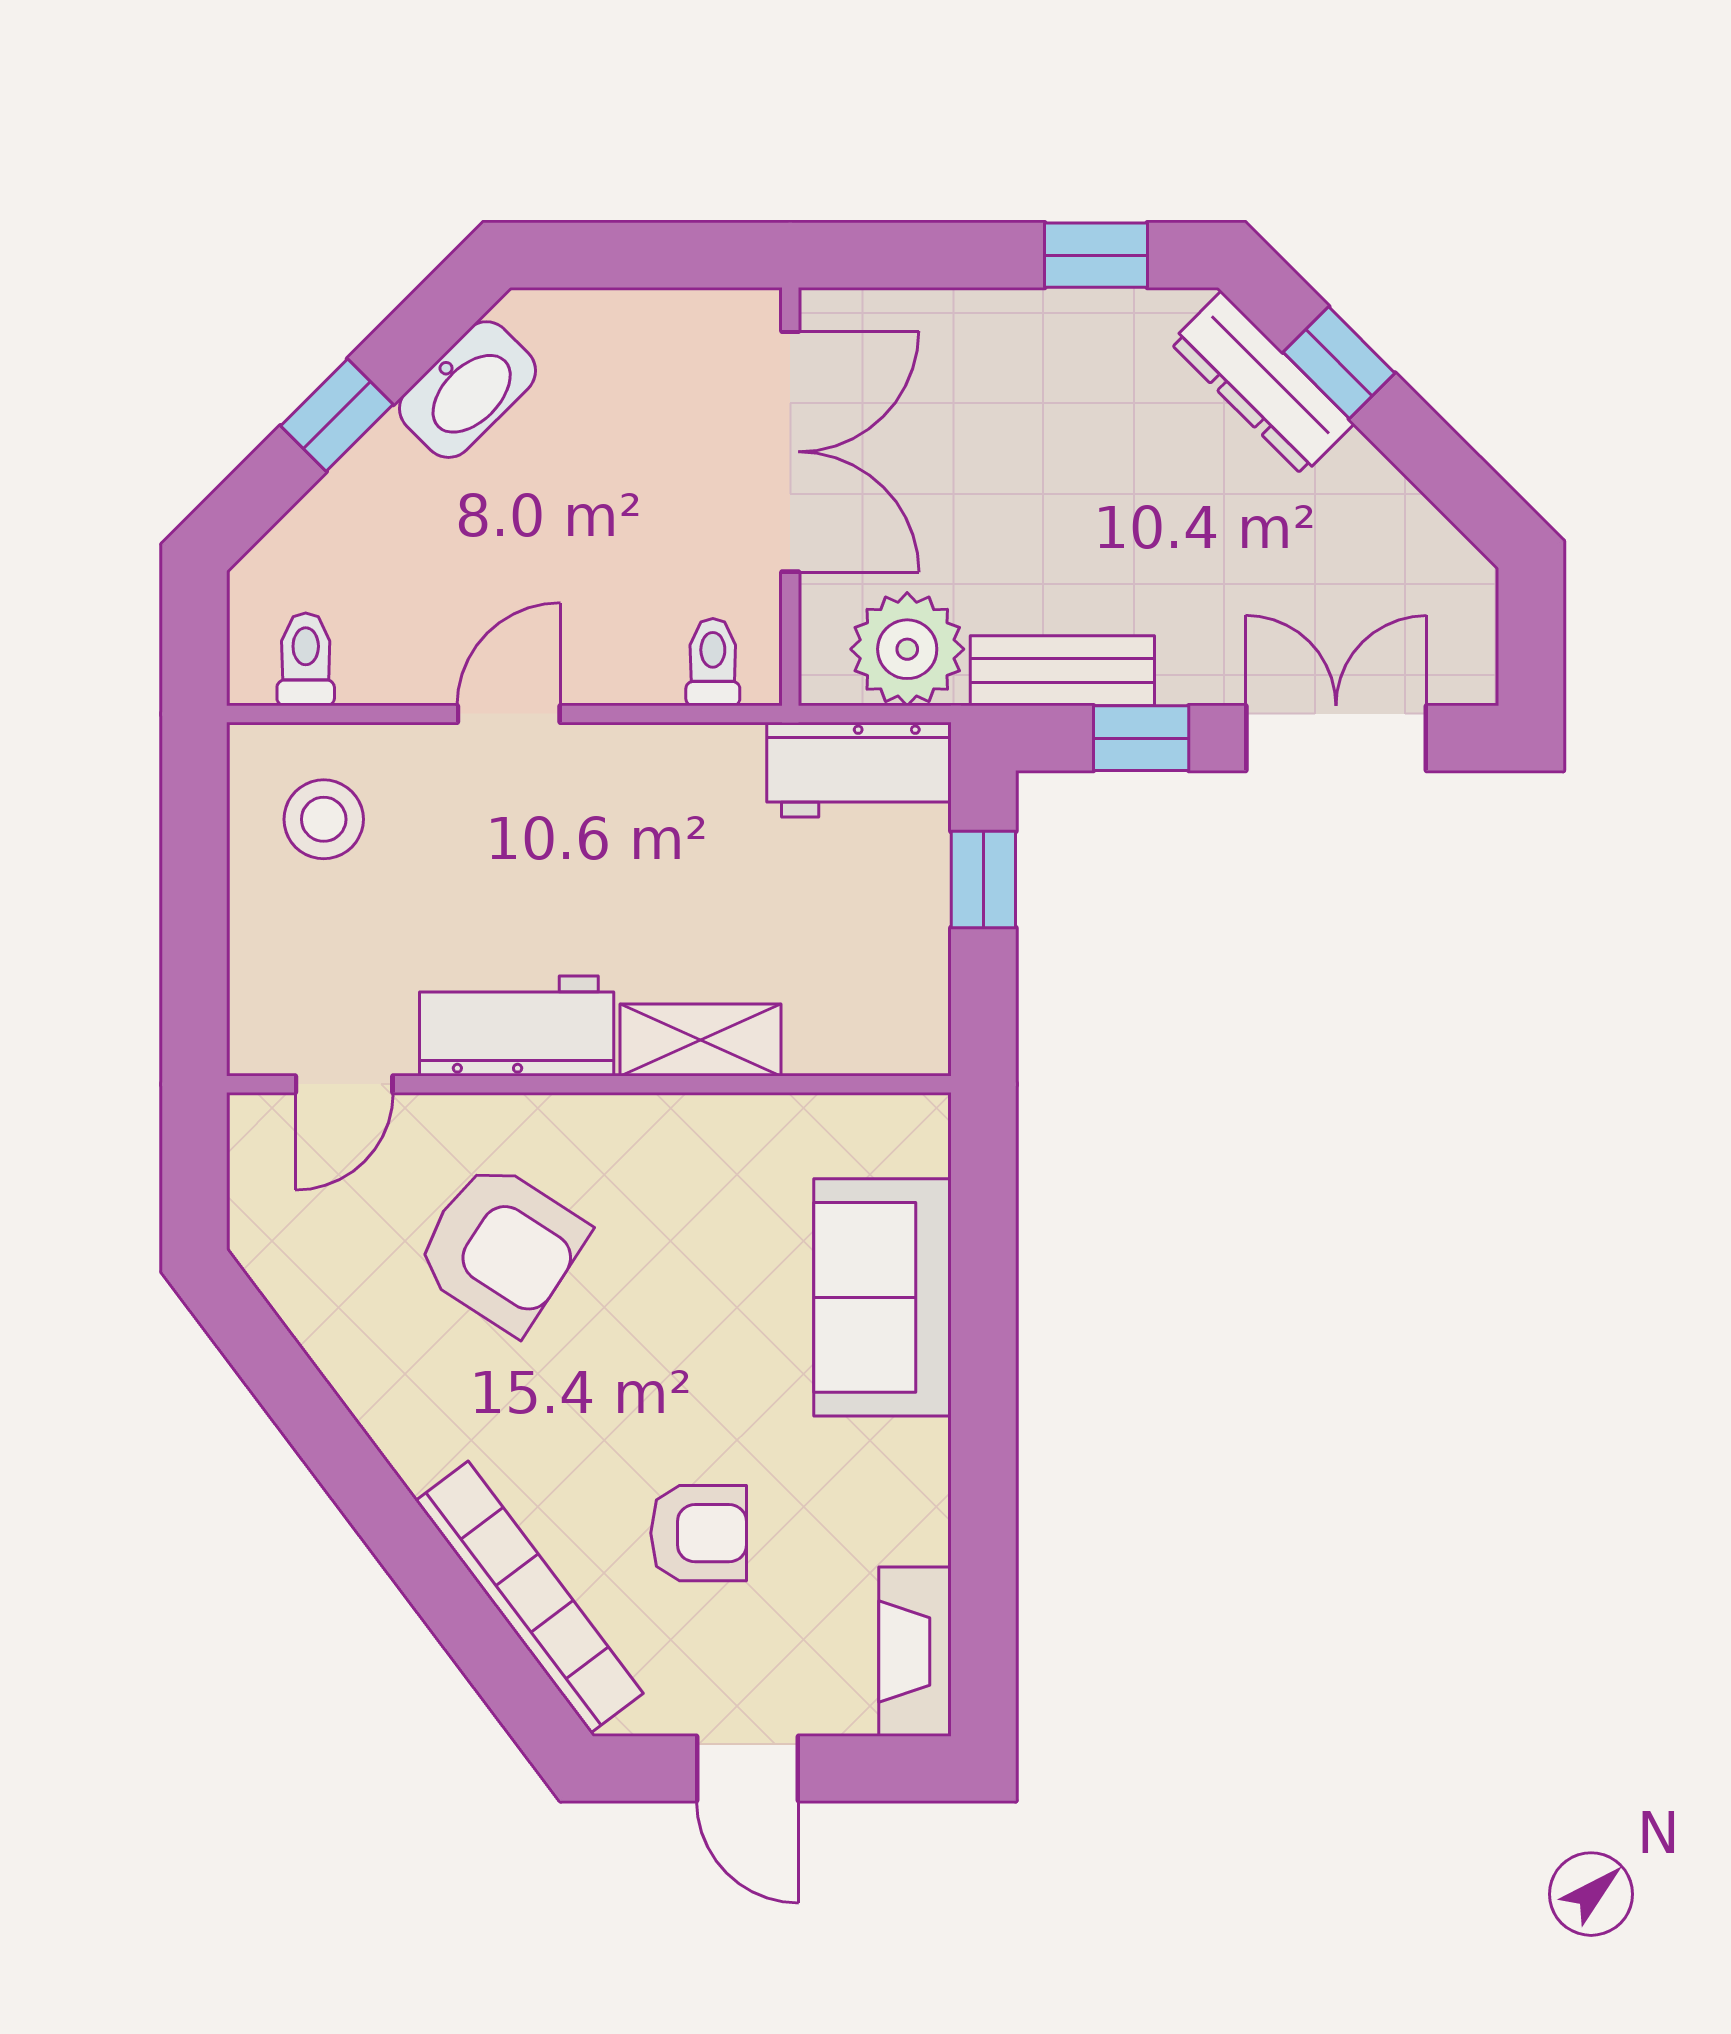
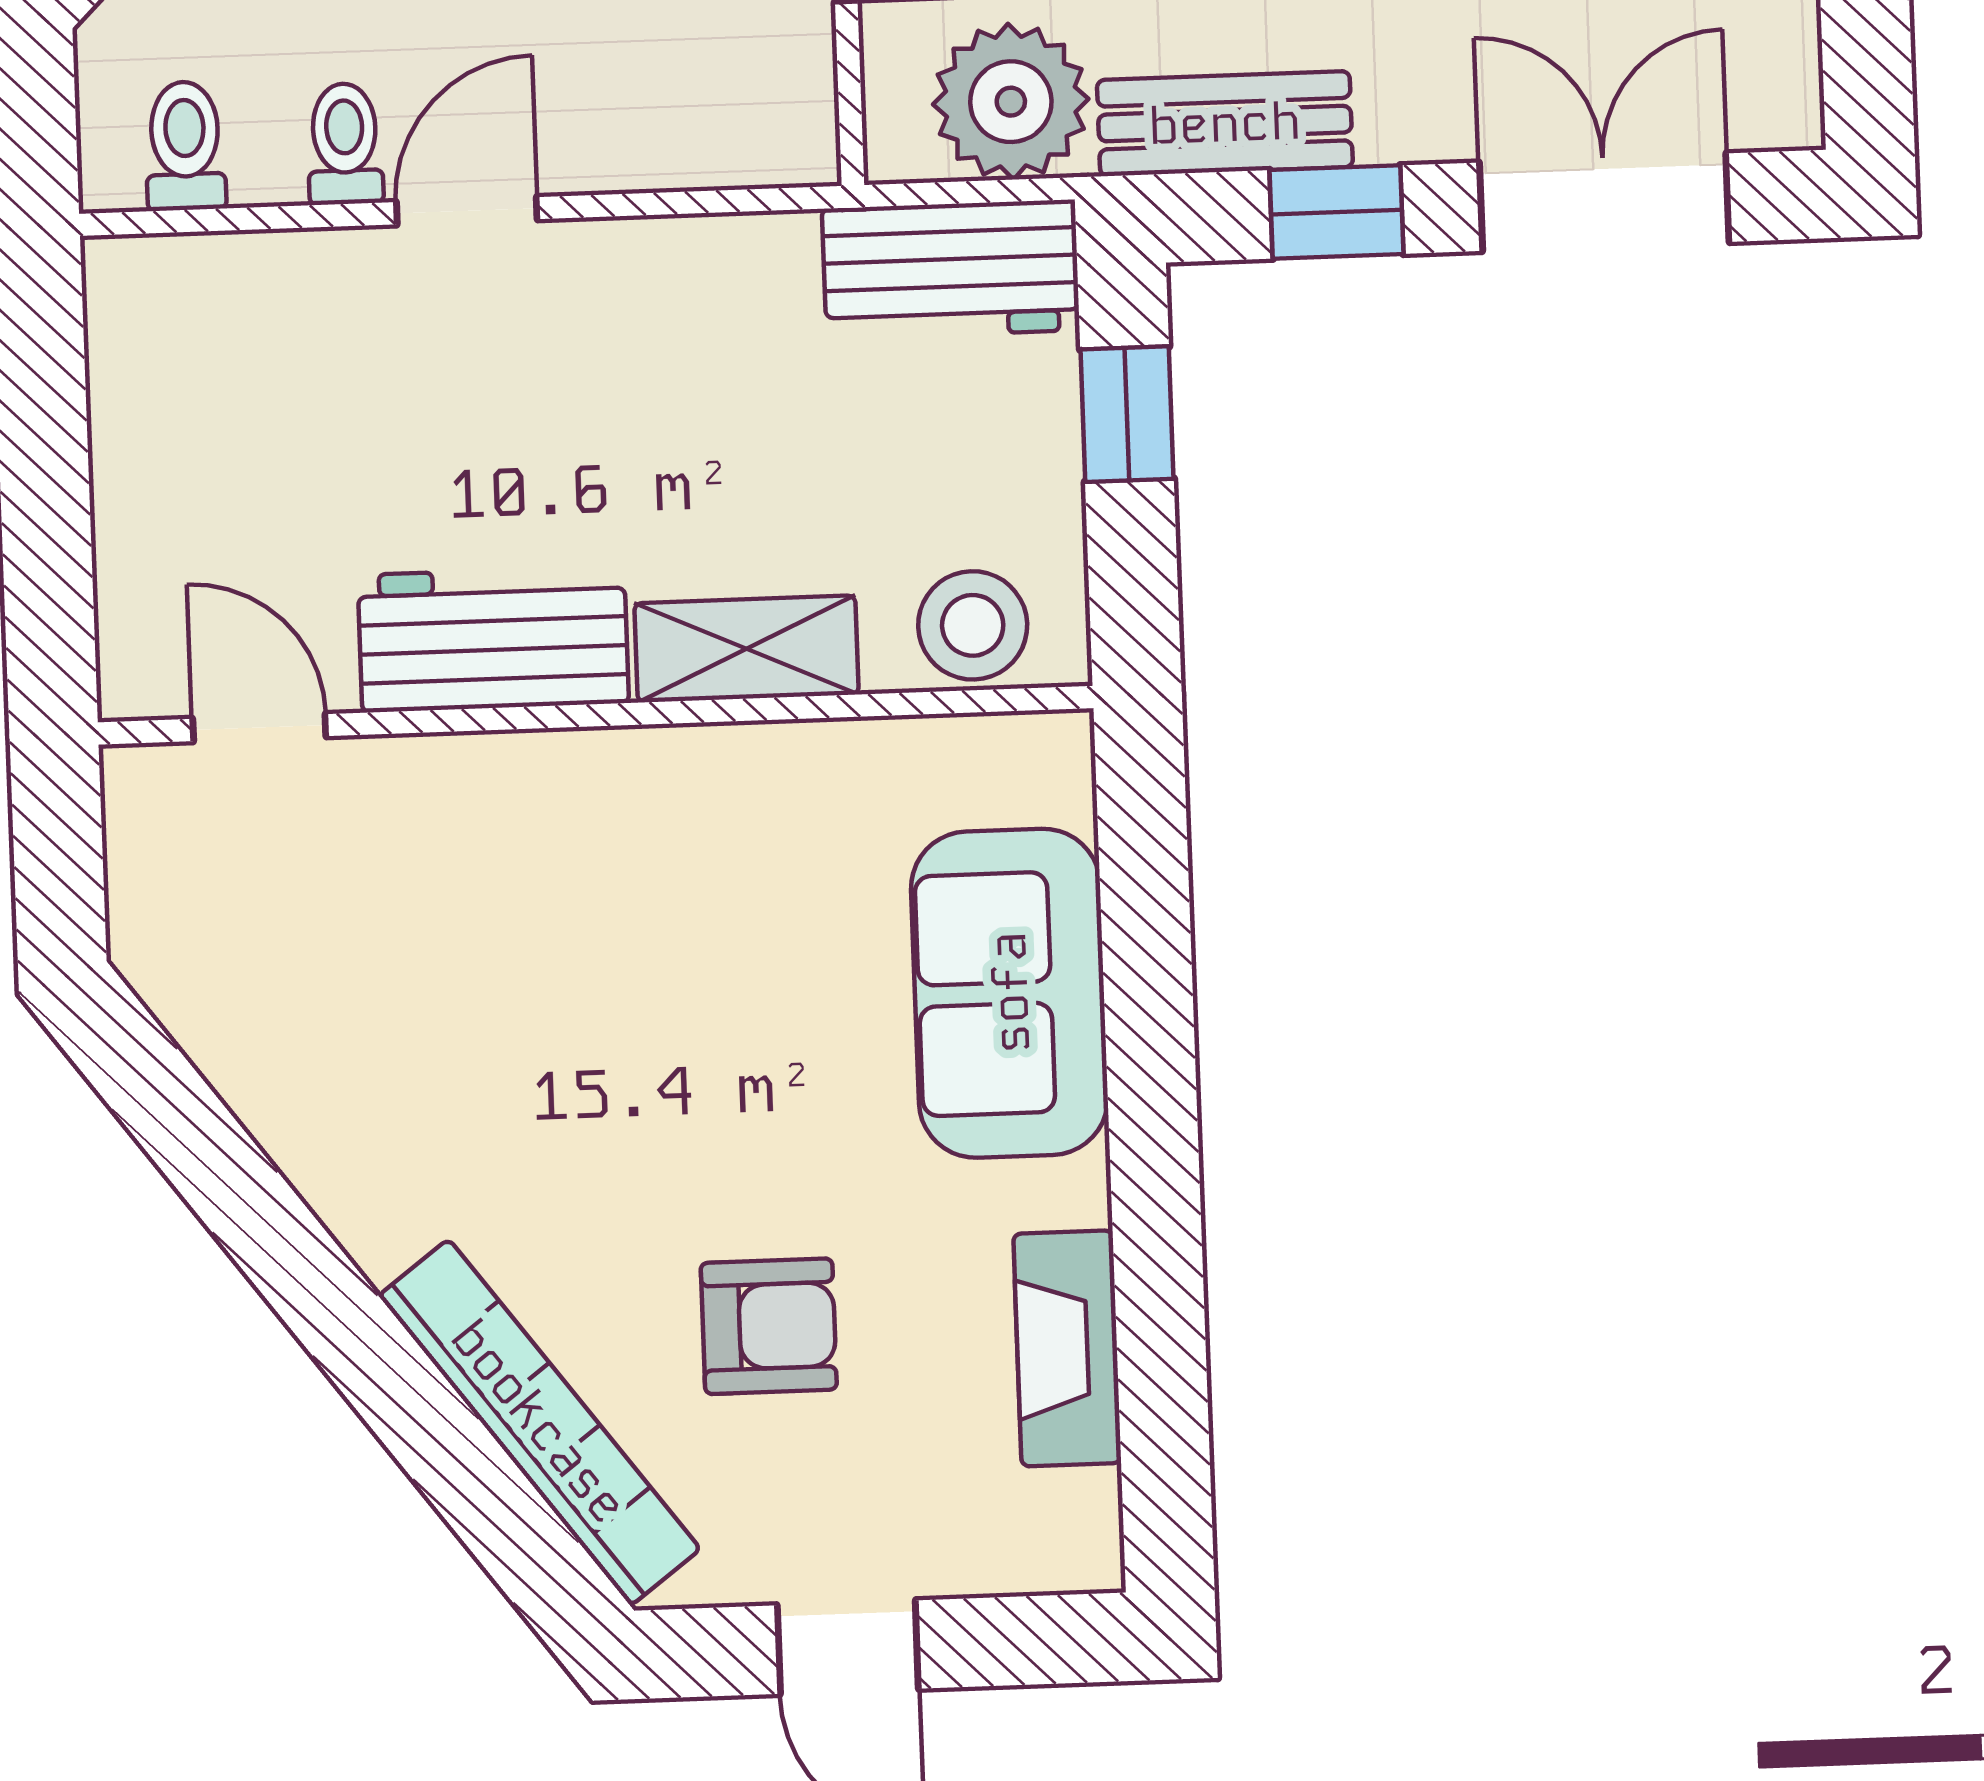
toilet: (713, 662) -> (345, 144), moved
stool: (324, 819) -> (973, 625), moved
door: (344, 1084) -> (259, 728), swing flipped
armchair: (501, 1247) -> (483, 944), removed
fireplace: (915, 1652) -> (1067, 1348), moved

